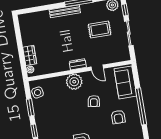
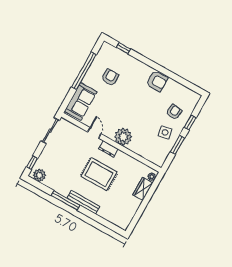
rug: (100, 29) -> (99, 174), moved, width x1.36, depth x1.43
sliding door: (129, 33) -> (50, 131), moved
side table: (38, 92) -> (165, 132), moved
armchair: (94, 101) -> (174, 112), moved

